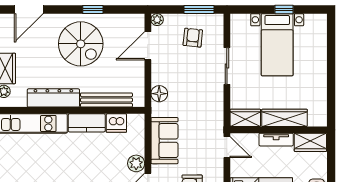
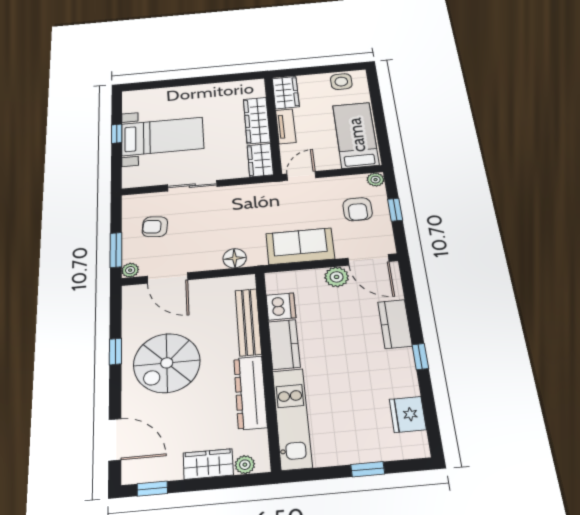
window: (199, 9) -> (116, 250), moved
spiral stairs: (81, 44) -> (167, 363), turned 180

